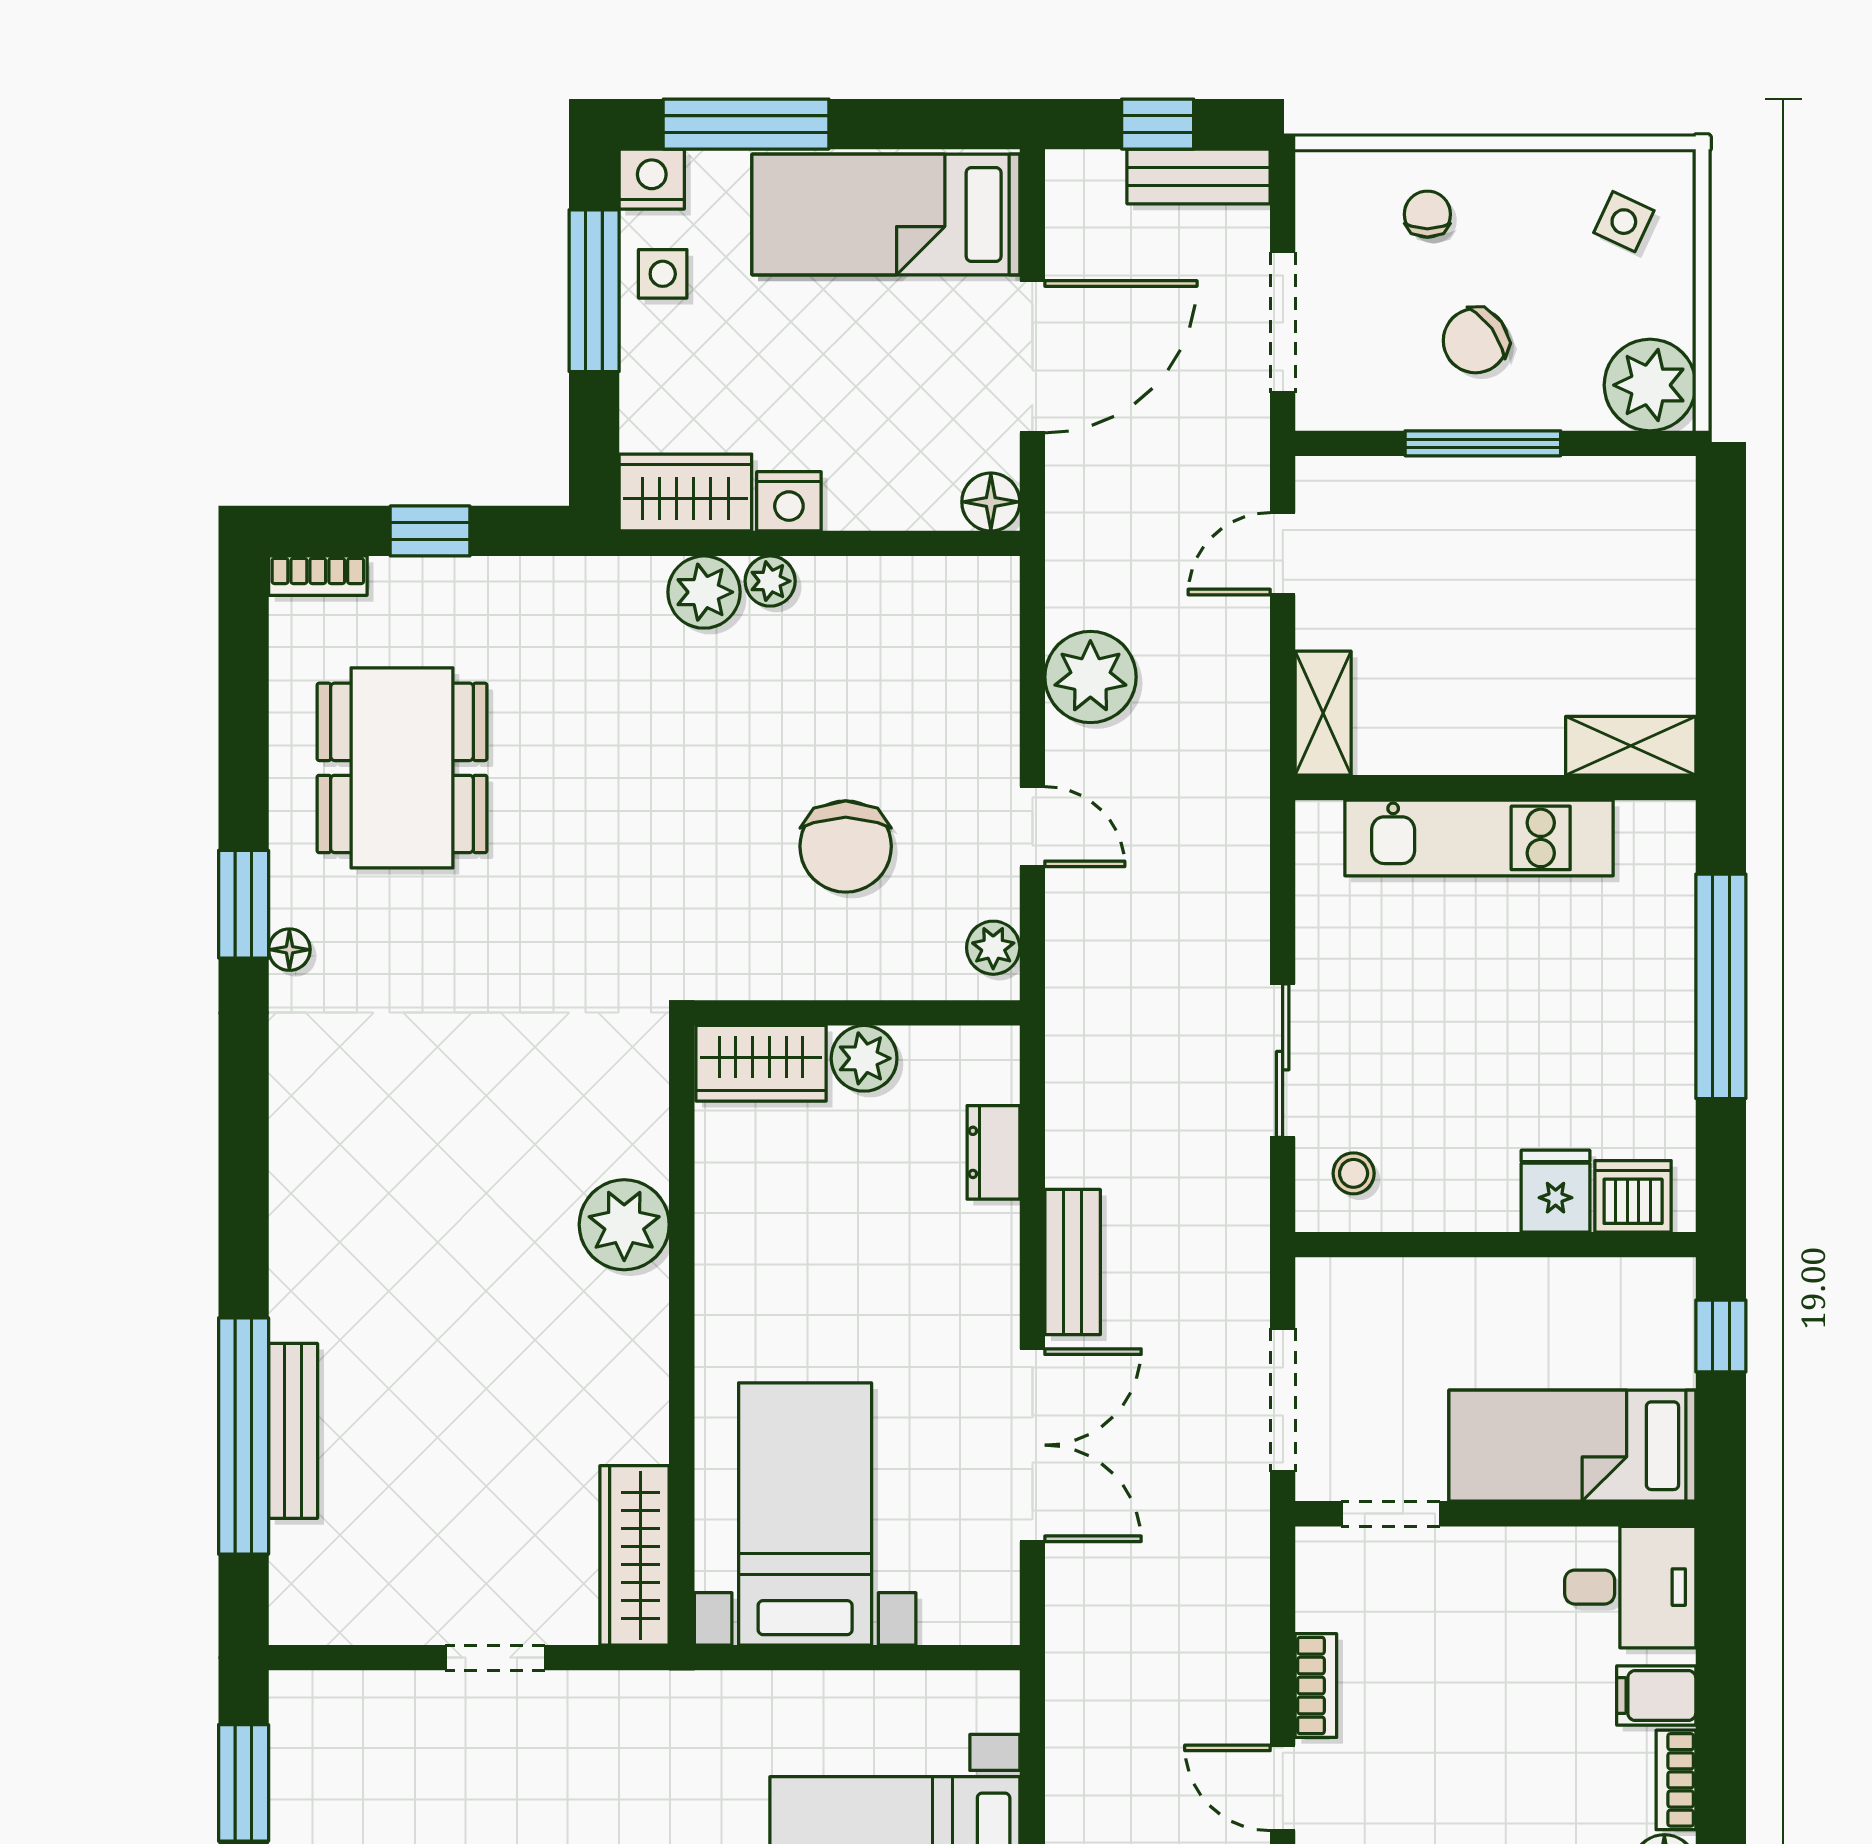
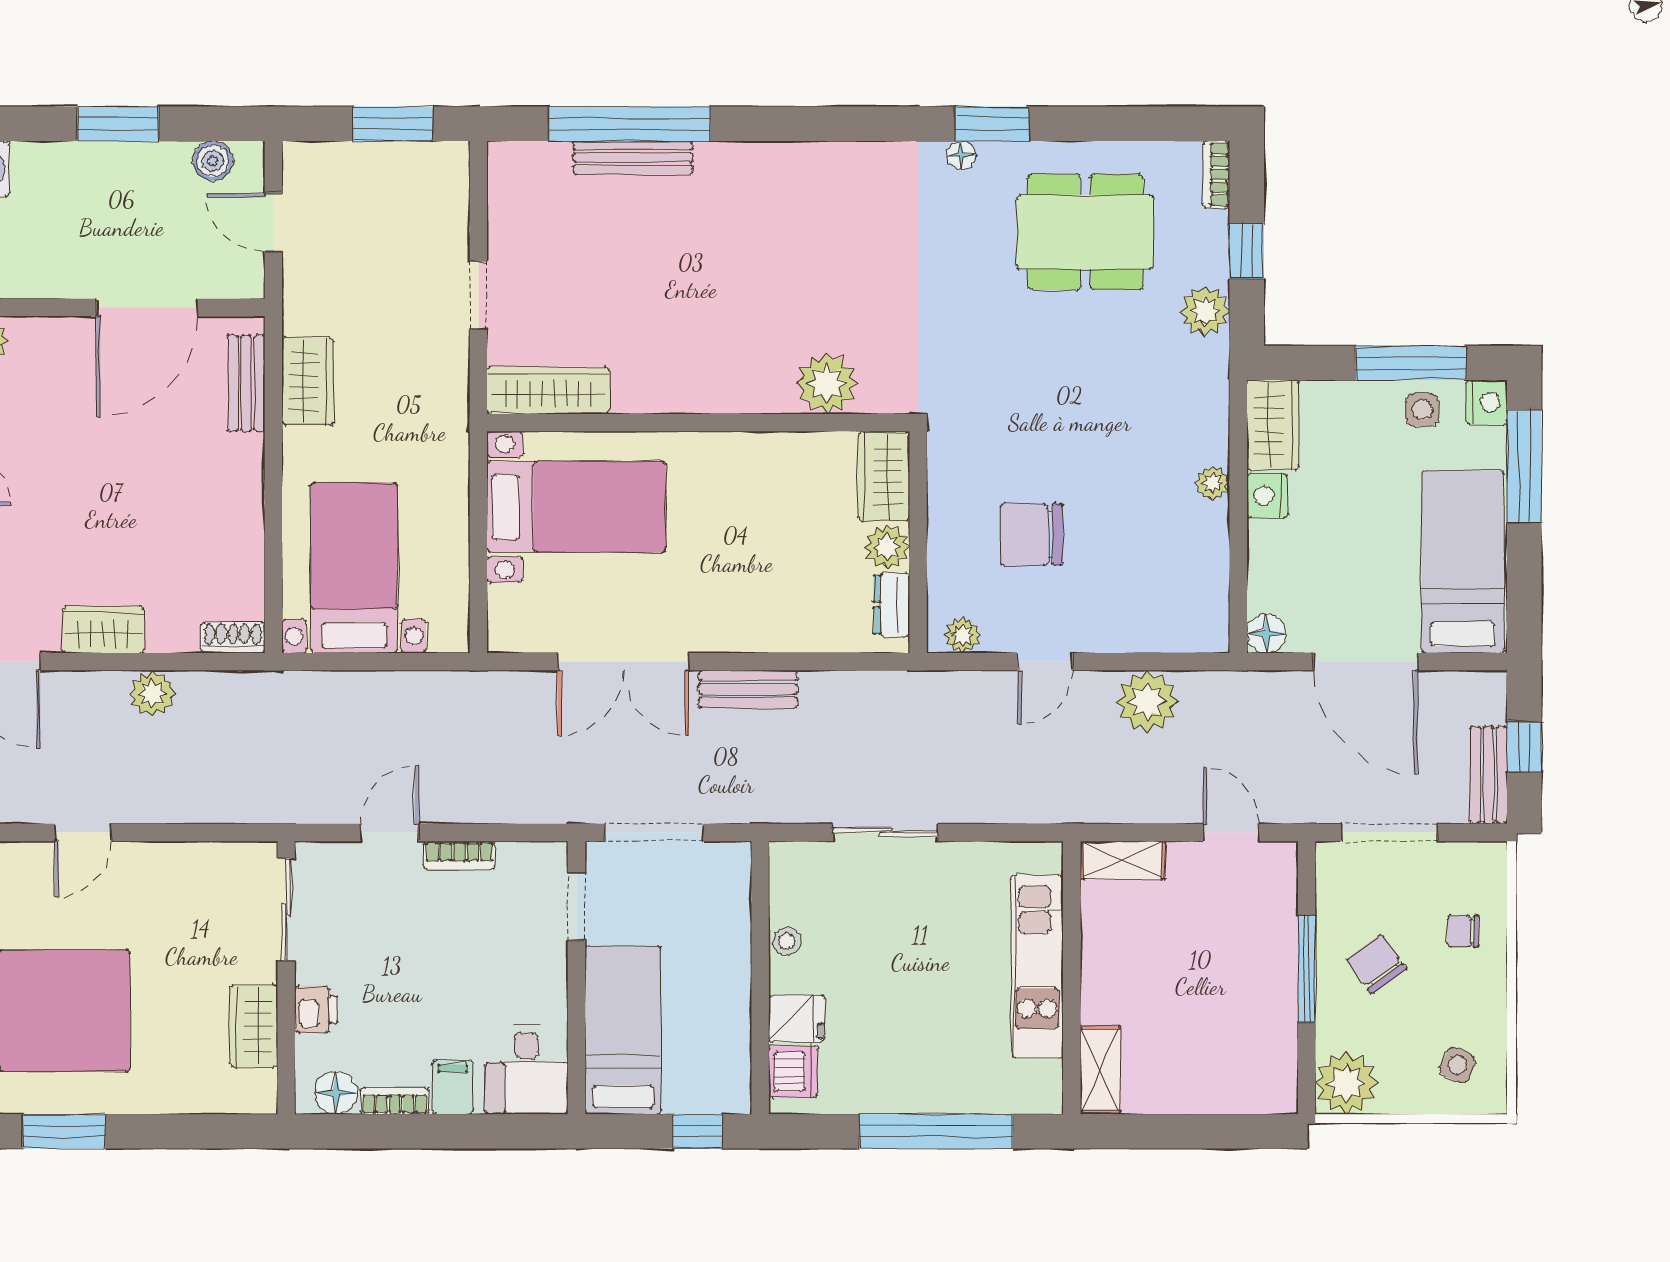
chair: (1427, 214) -> (1463, 931), turned 180
plant: (704, 592) -> (1205, 311), moved
dresser: (993, 1152) -> (892, 605), moved, turned -90
stool: (1354, 1173) -> (787, 941), moved
plant: (624, 1225) -> (827, 383), moved

